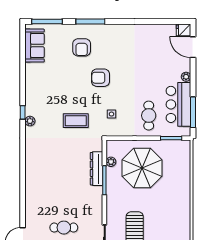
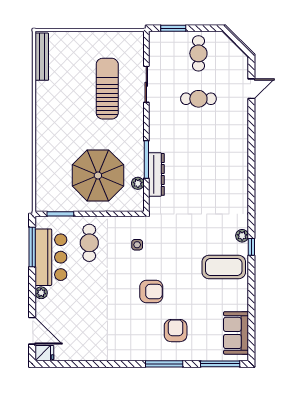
coffee table: (76, 121) -> (224, 267), moved, width x1.36, depth x1.32

